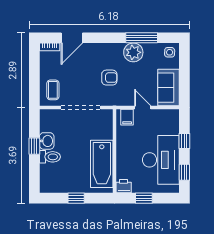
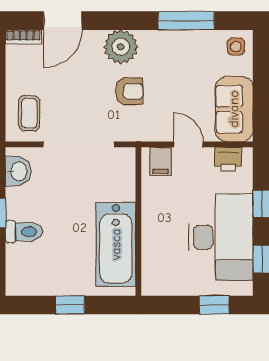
plant: (133, 52) -> (121, 47), moved
washbasin: (47, 141) -> (18, 171), moved
printer: (124, 186) -> (228, 159), moved, turned 180
window: (144, 198) -> (214, 305), moved

